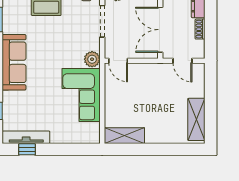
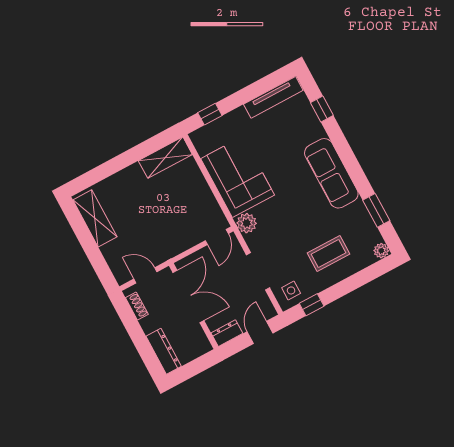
shoe rack: (200, 29) -> (137, 306), moved
door: (118, 61) -> (217, 237), swing flipped
window: (27, 149) -> (210, 114), moved

